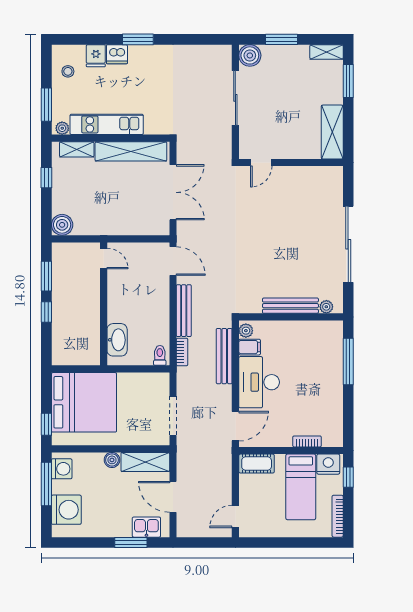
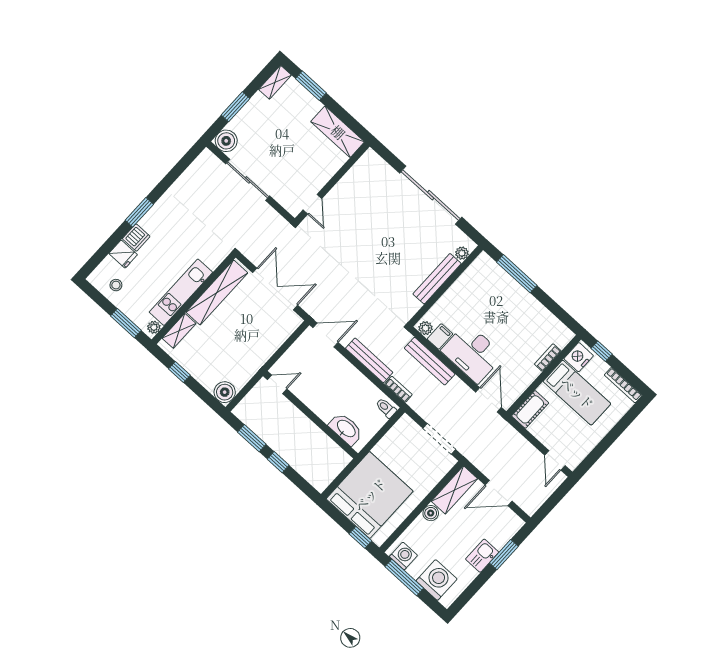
kitchen sink: (146, 527) -> (482, 556), moved

